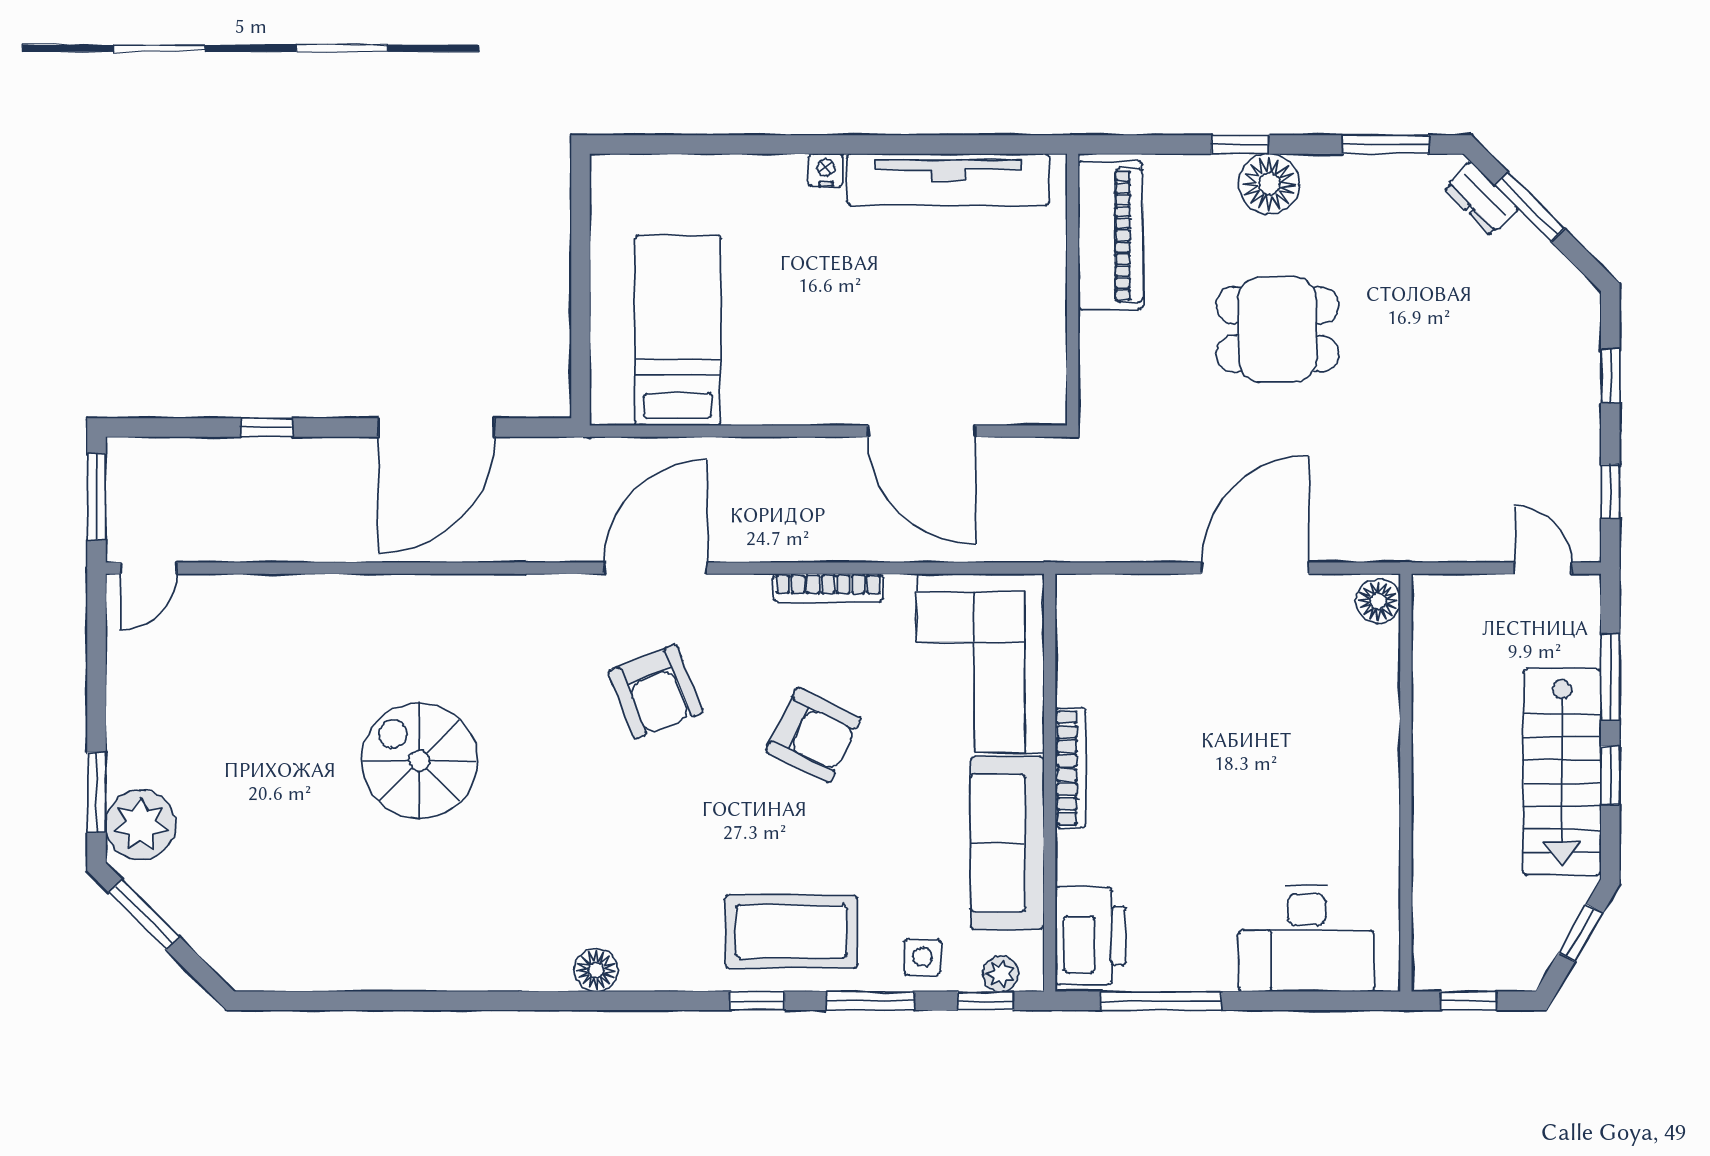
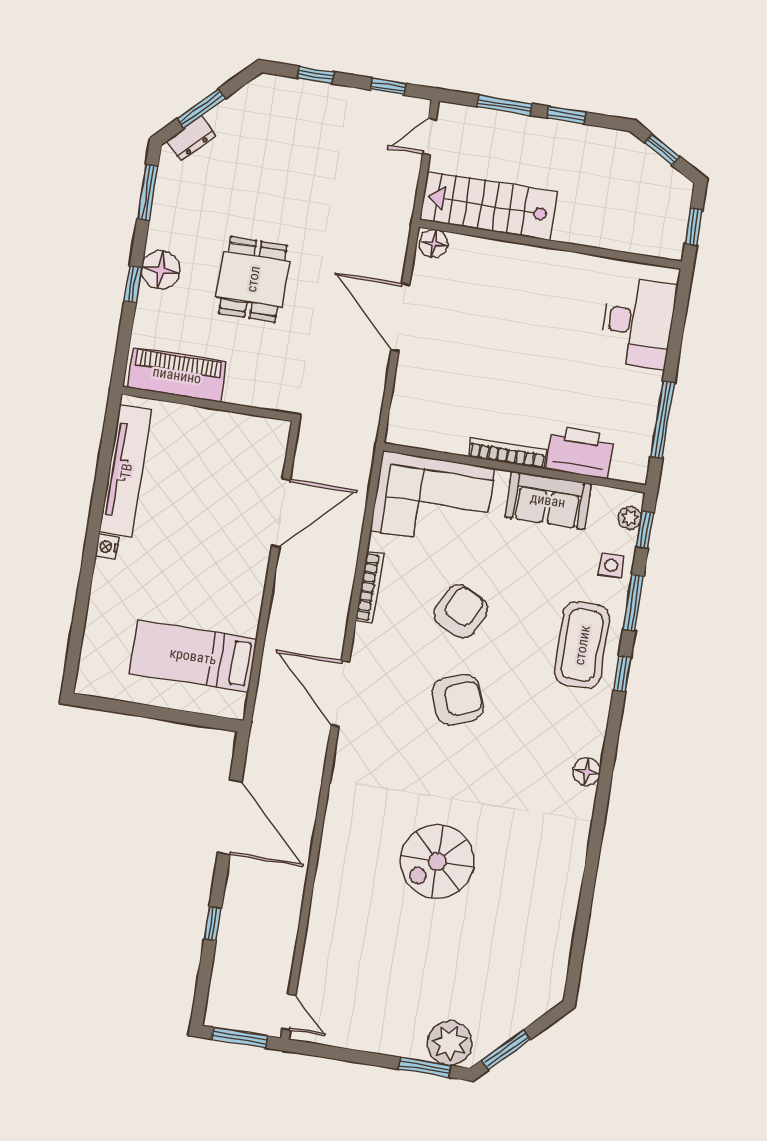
armchair: (655, 692) -> (458, 700), moved
stairs: (1562, 772) -> (488, 206), moved, turned 180
sofa: (1007, 843) -> (548, 500), width x0.73
printer: (1090, 936) -> (580, 452), moved

